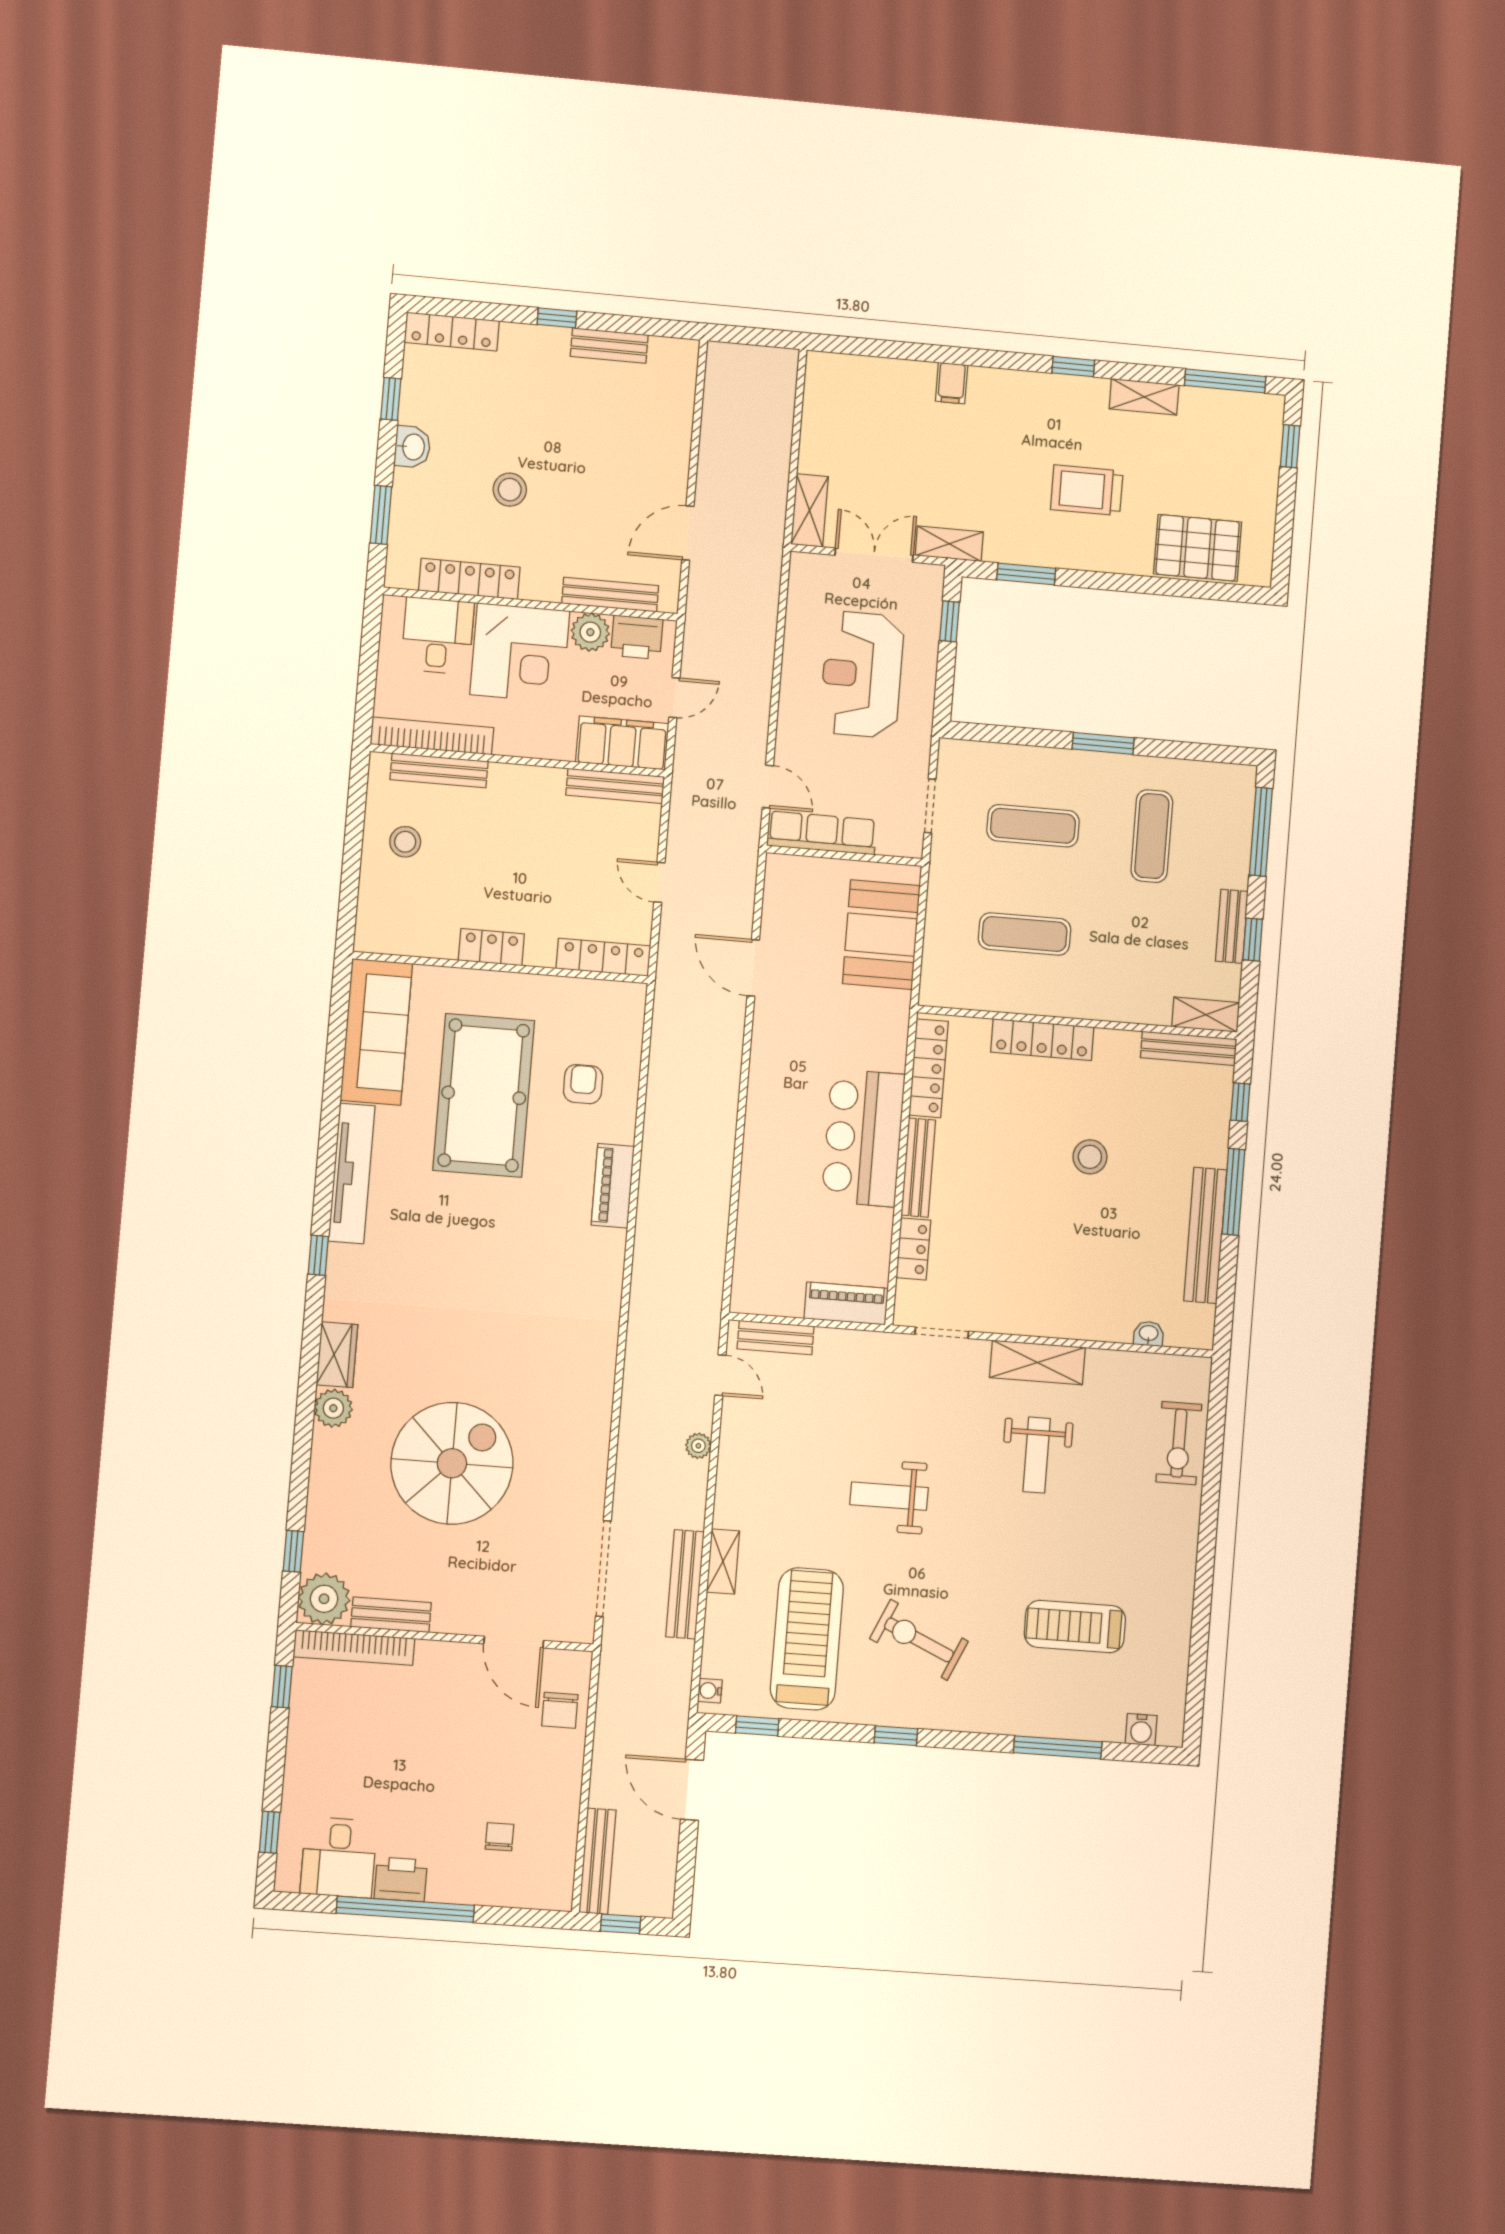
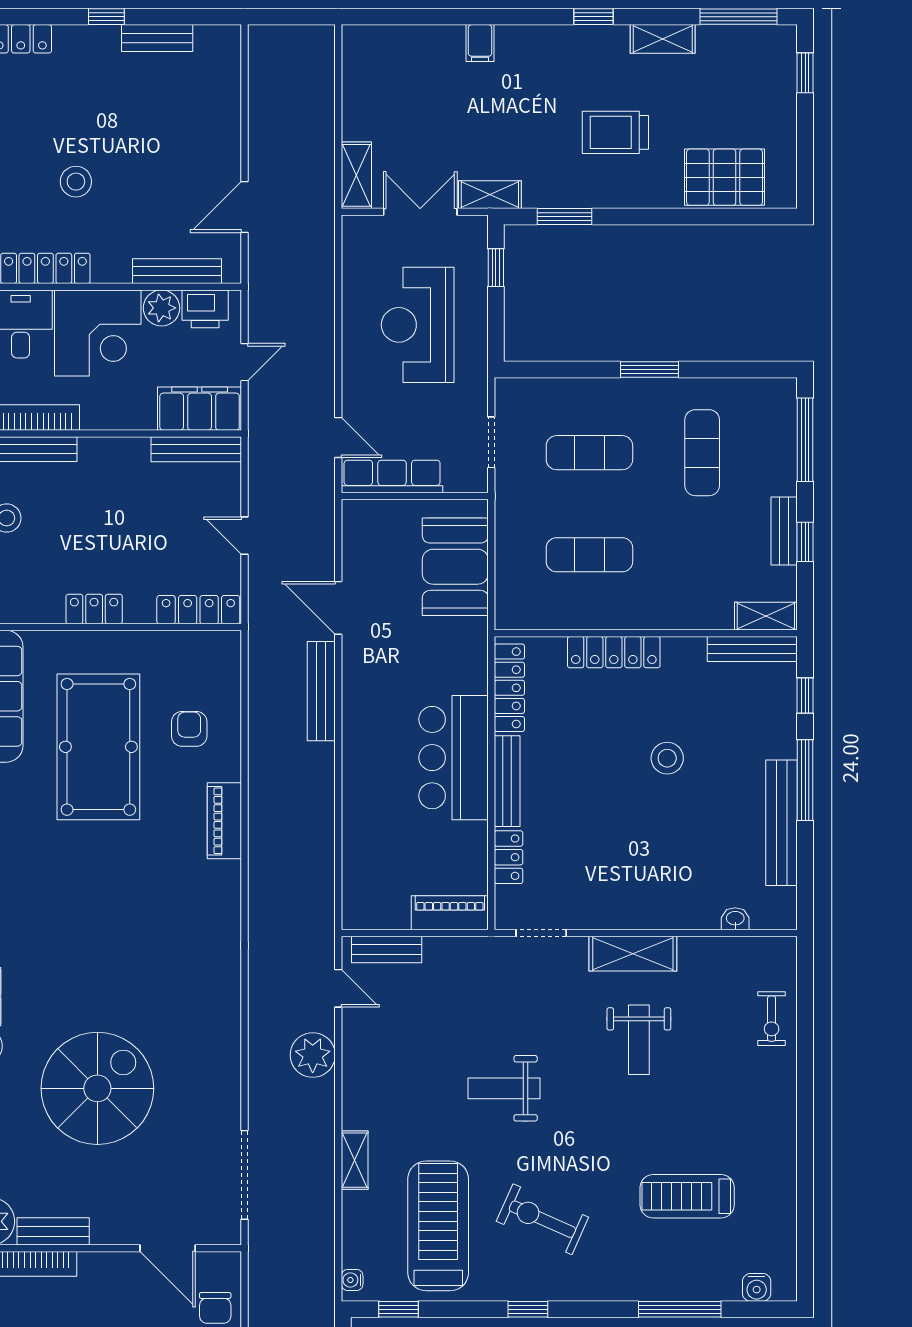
exercise bike: (1179, 1443) -> (772, 1019), width x0.73, depth x0.72
plant: (698, 1446) -> (313, 1055), width x1.88, depth x1.88
bench: (685, 1584) -> (321, 691), moved

